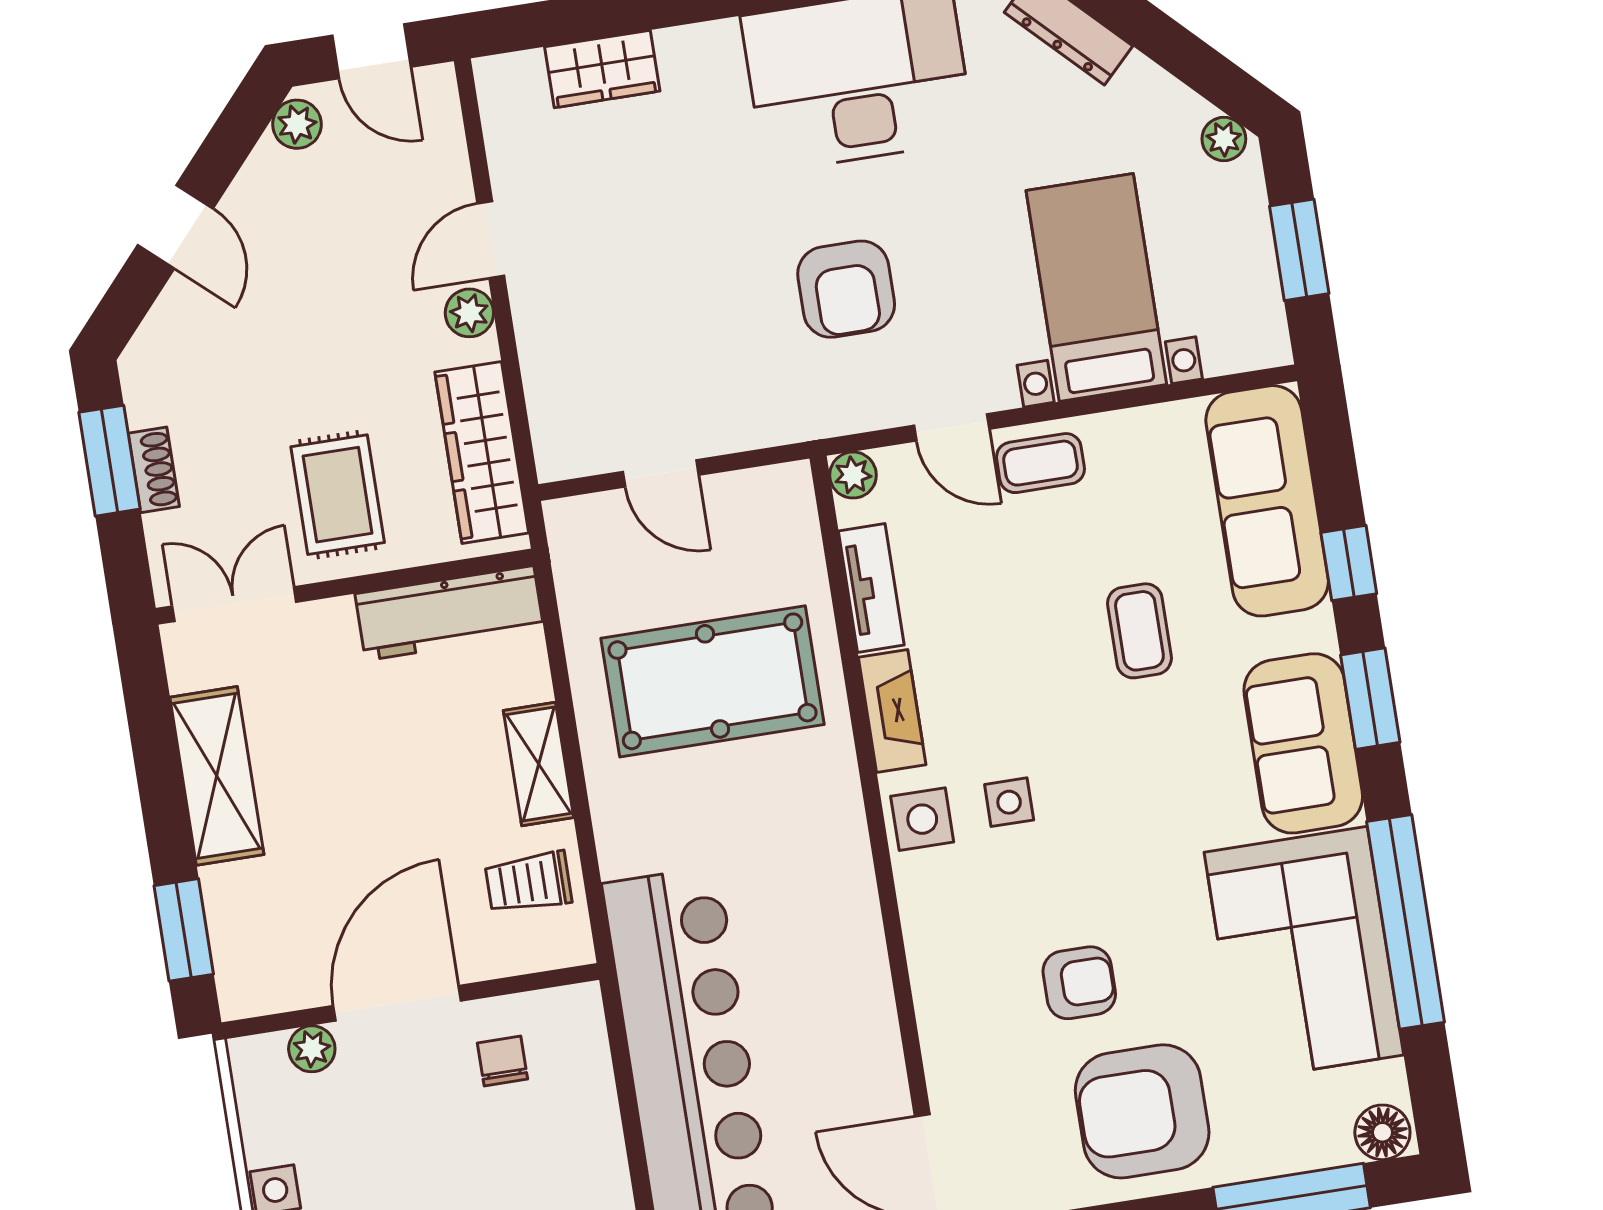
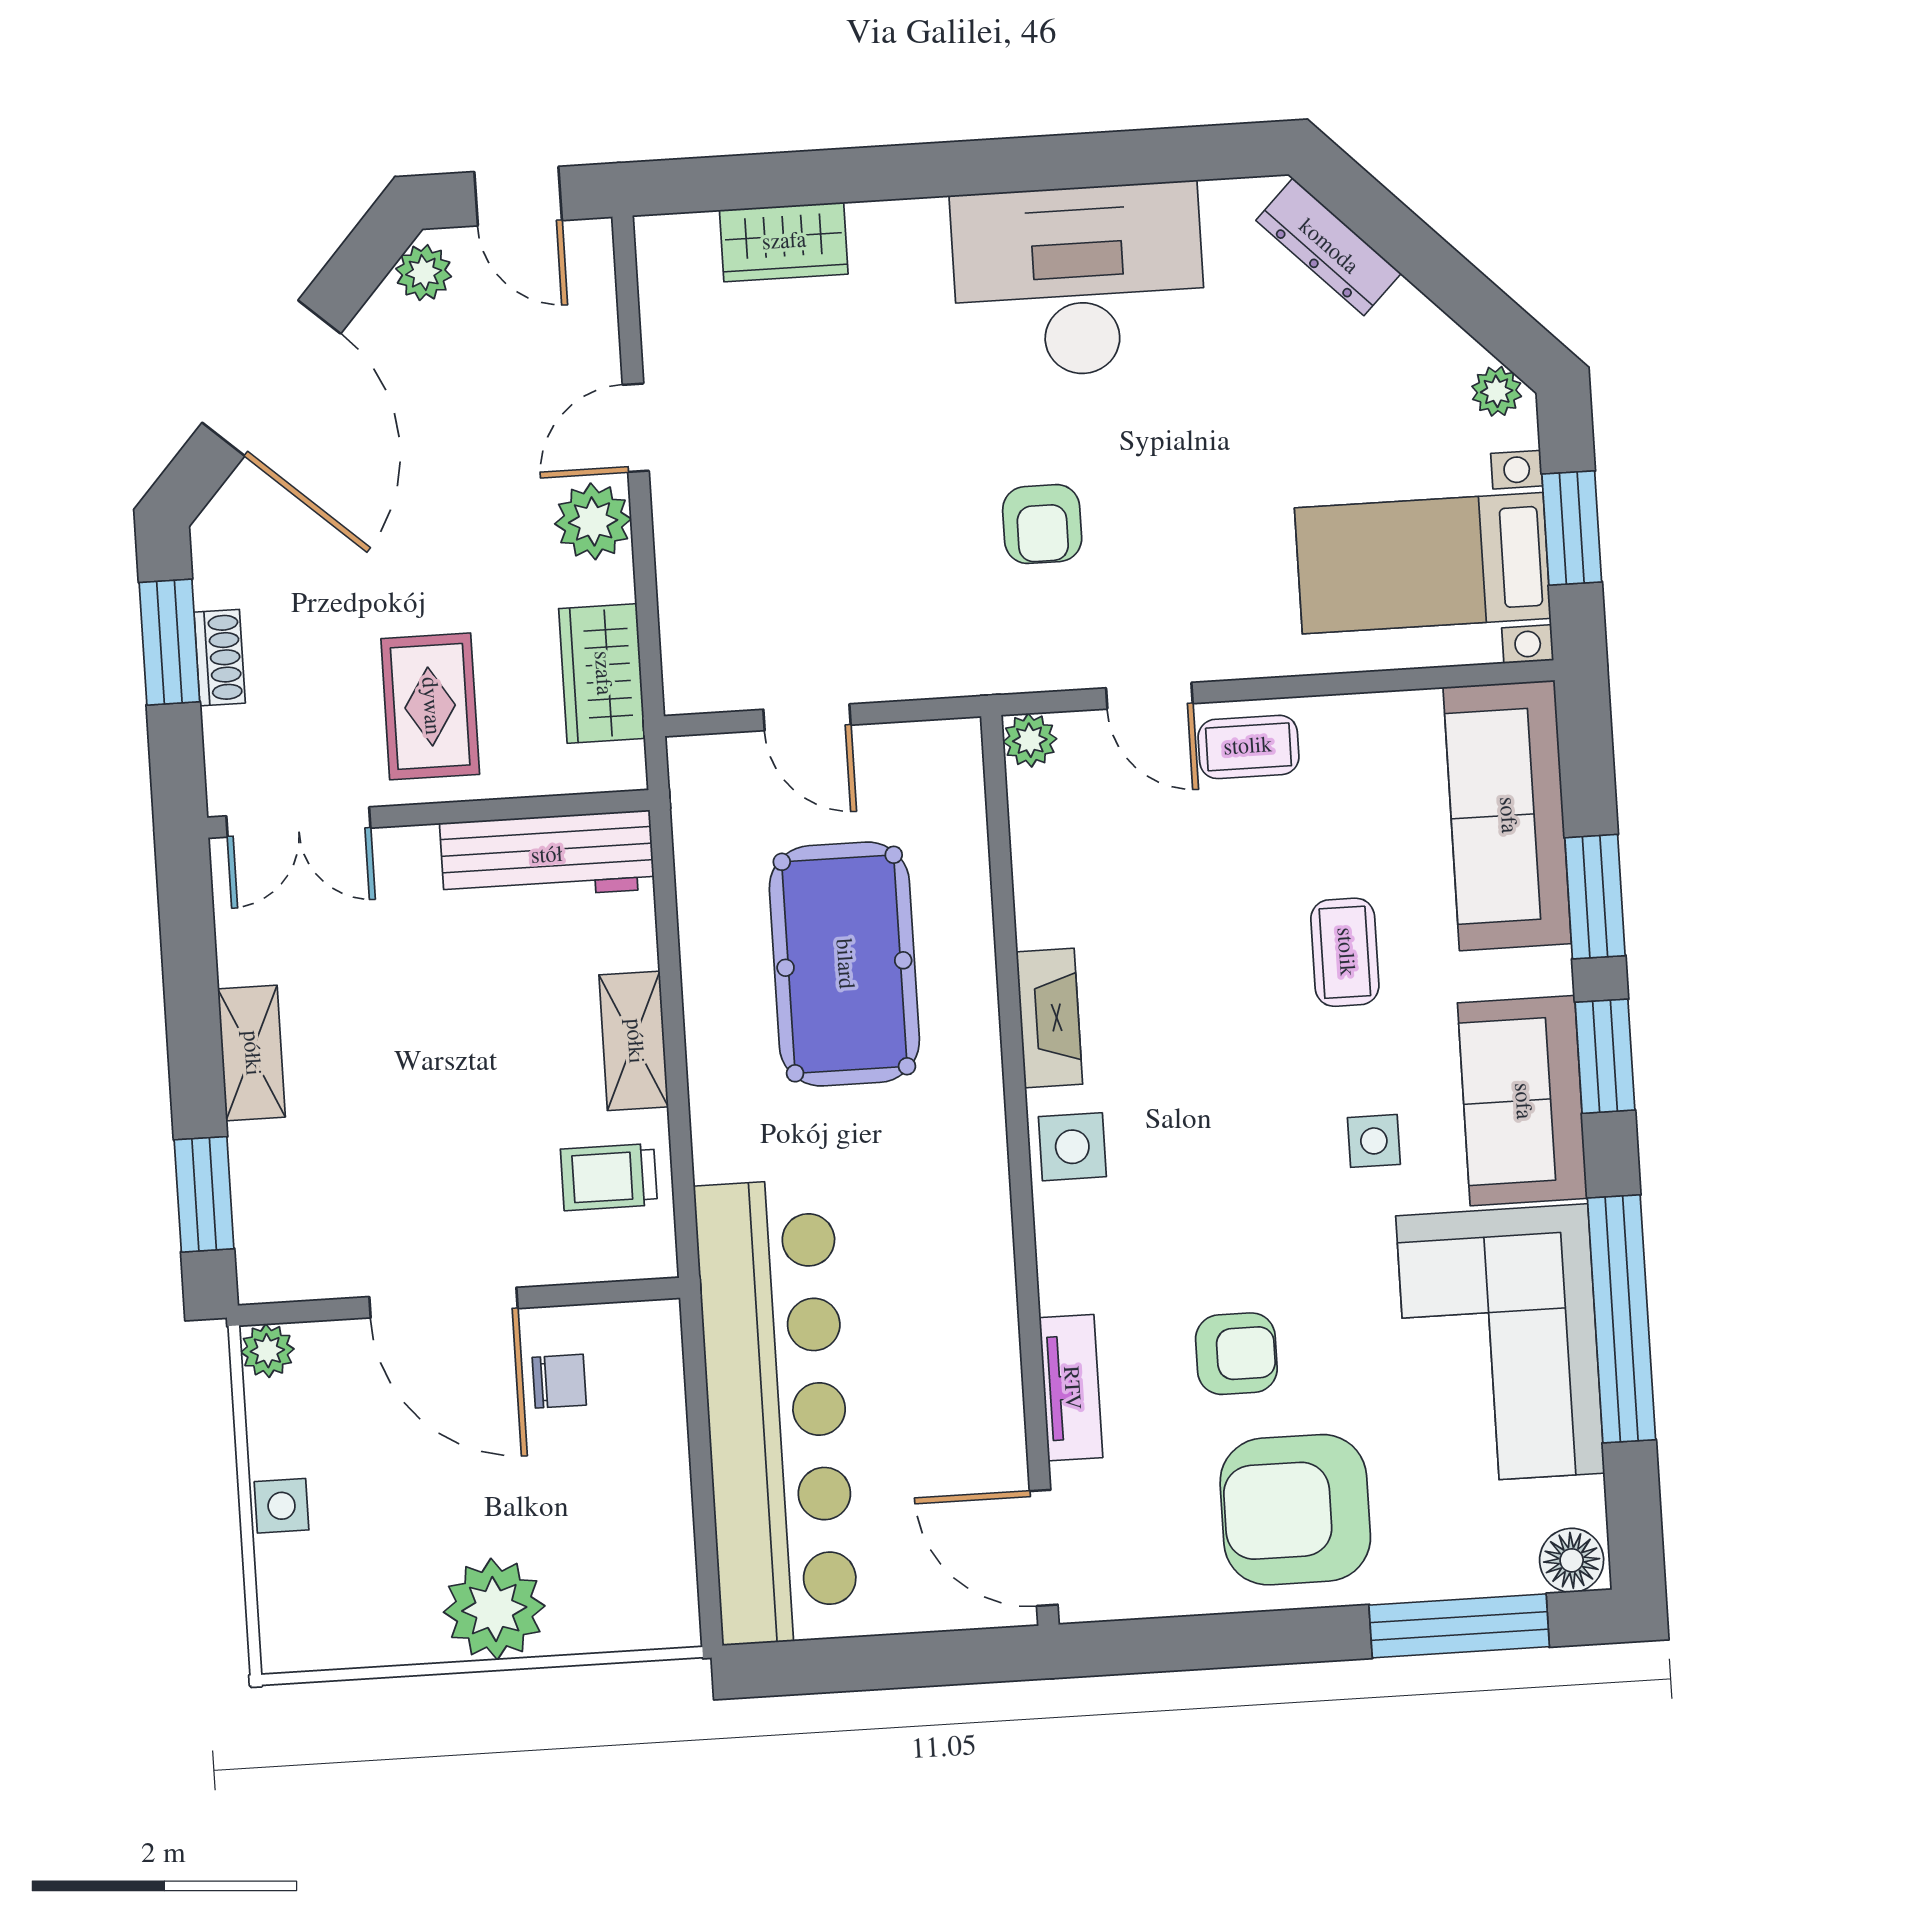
door: (175, 227) -> (271, 378), width x1.87
bed with nightstands: (1096, 287) -> (1423, 563), moved, turned -90
armchair: (846, 289) -> (1042, 524), width x0.72, depth x0.72
plant: (469, 313) -> (593, 521), width x1.38, depth x1.38
wardrobe: (482, 453) -> (602, 673), width x0.67
window: (1349, 563) -> (1595, 897), width x1.50
tv unit: (871, 588) -> (1071, 1388), moved
double door: (234, 604) -> (298, 822), swing flipped
pool table: (713, 681) -> (844, 964), turned 90
shelving: (217, 776) -> (251, 1053), width x0.67, depth x0.75
side table: (1009, 802) -> (1374, 1141), moved
door: (397, 1003) -> (443, 1303), swing flipped
plant: (312, 1049) -> (267, 1351), moved
chair: (502, 1061) -> (559, 1381), turned 90

